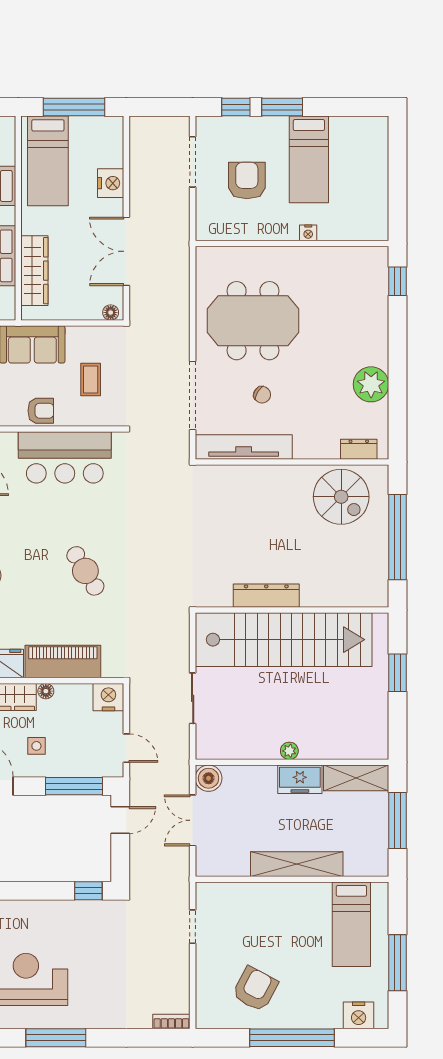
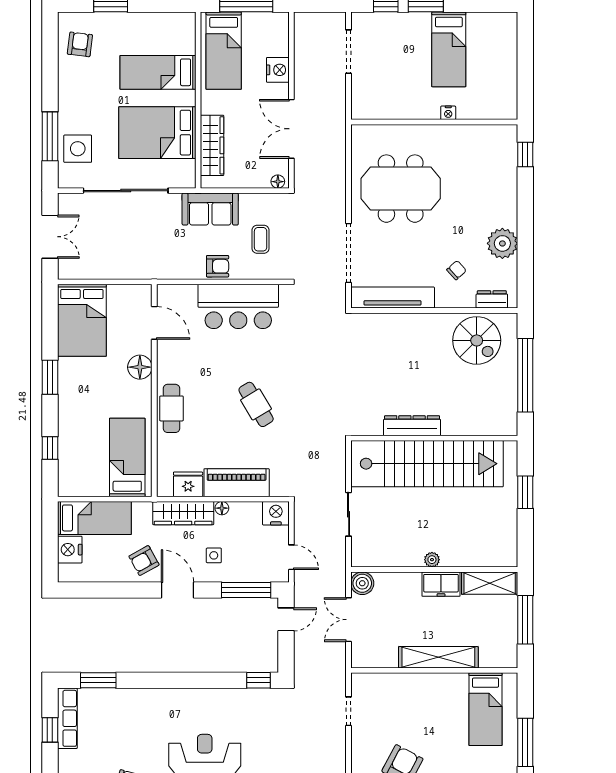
armchair: (247, 180) -> (395, 68), removed
chair: (262, 395) -> (457, 270), moved, turned -74

